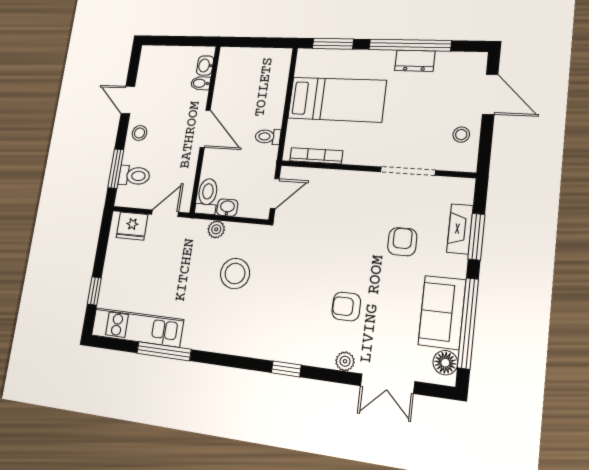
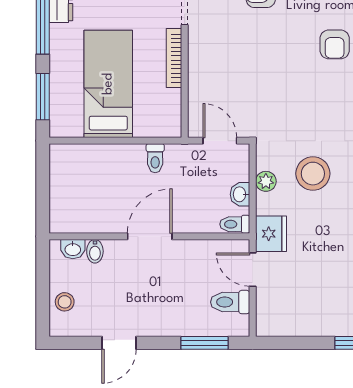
stool: (140, 133) -> (65, 302), moved
bookcase: (316, 156) -> (174, 58), moved
toilet: (134, 176) -> (230, 302), moved, turned -90
toilet: (207, 196) -> (235, 224), width x0.73, depth x0.72
fridge: (132, 226) -> (271, 234), moved
plant: (216, 229) -> (266, 181), moved

